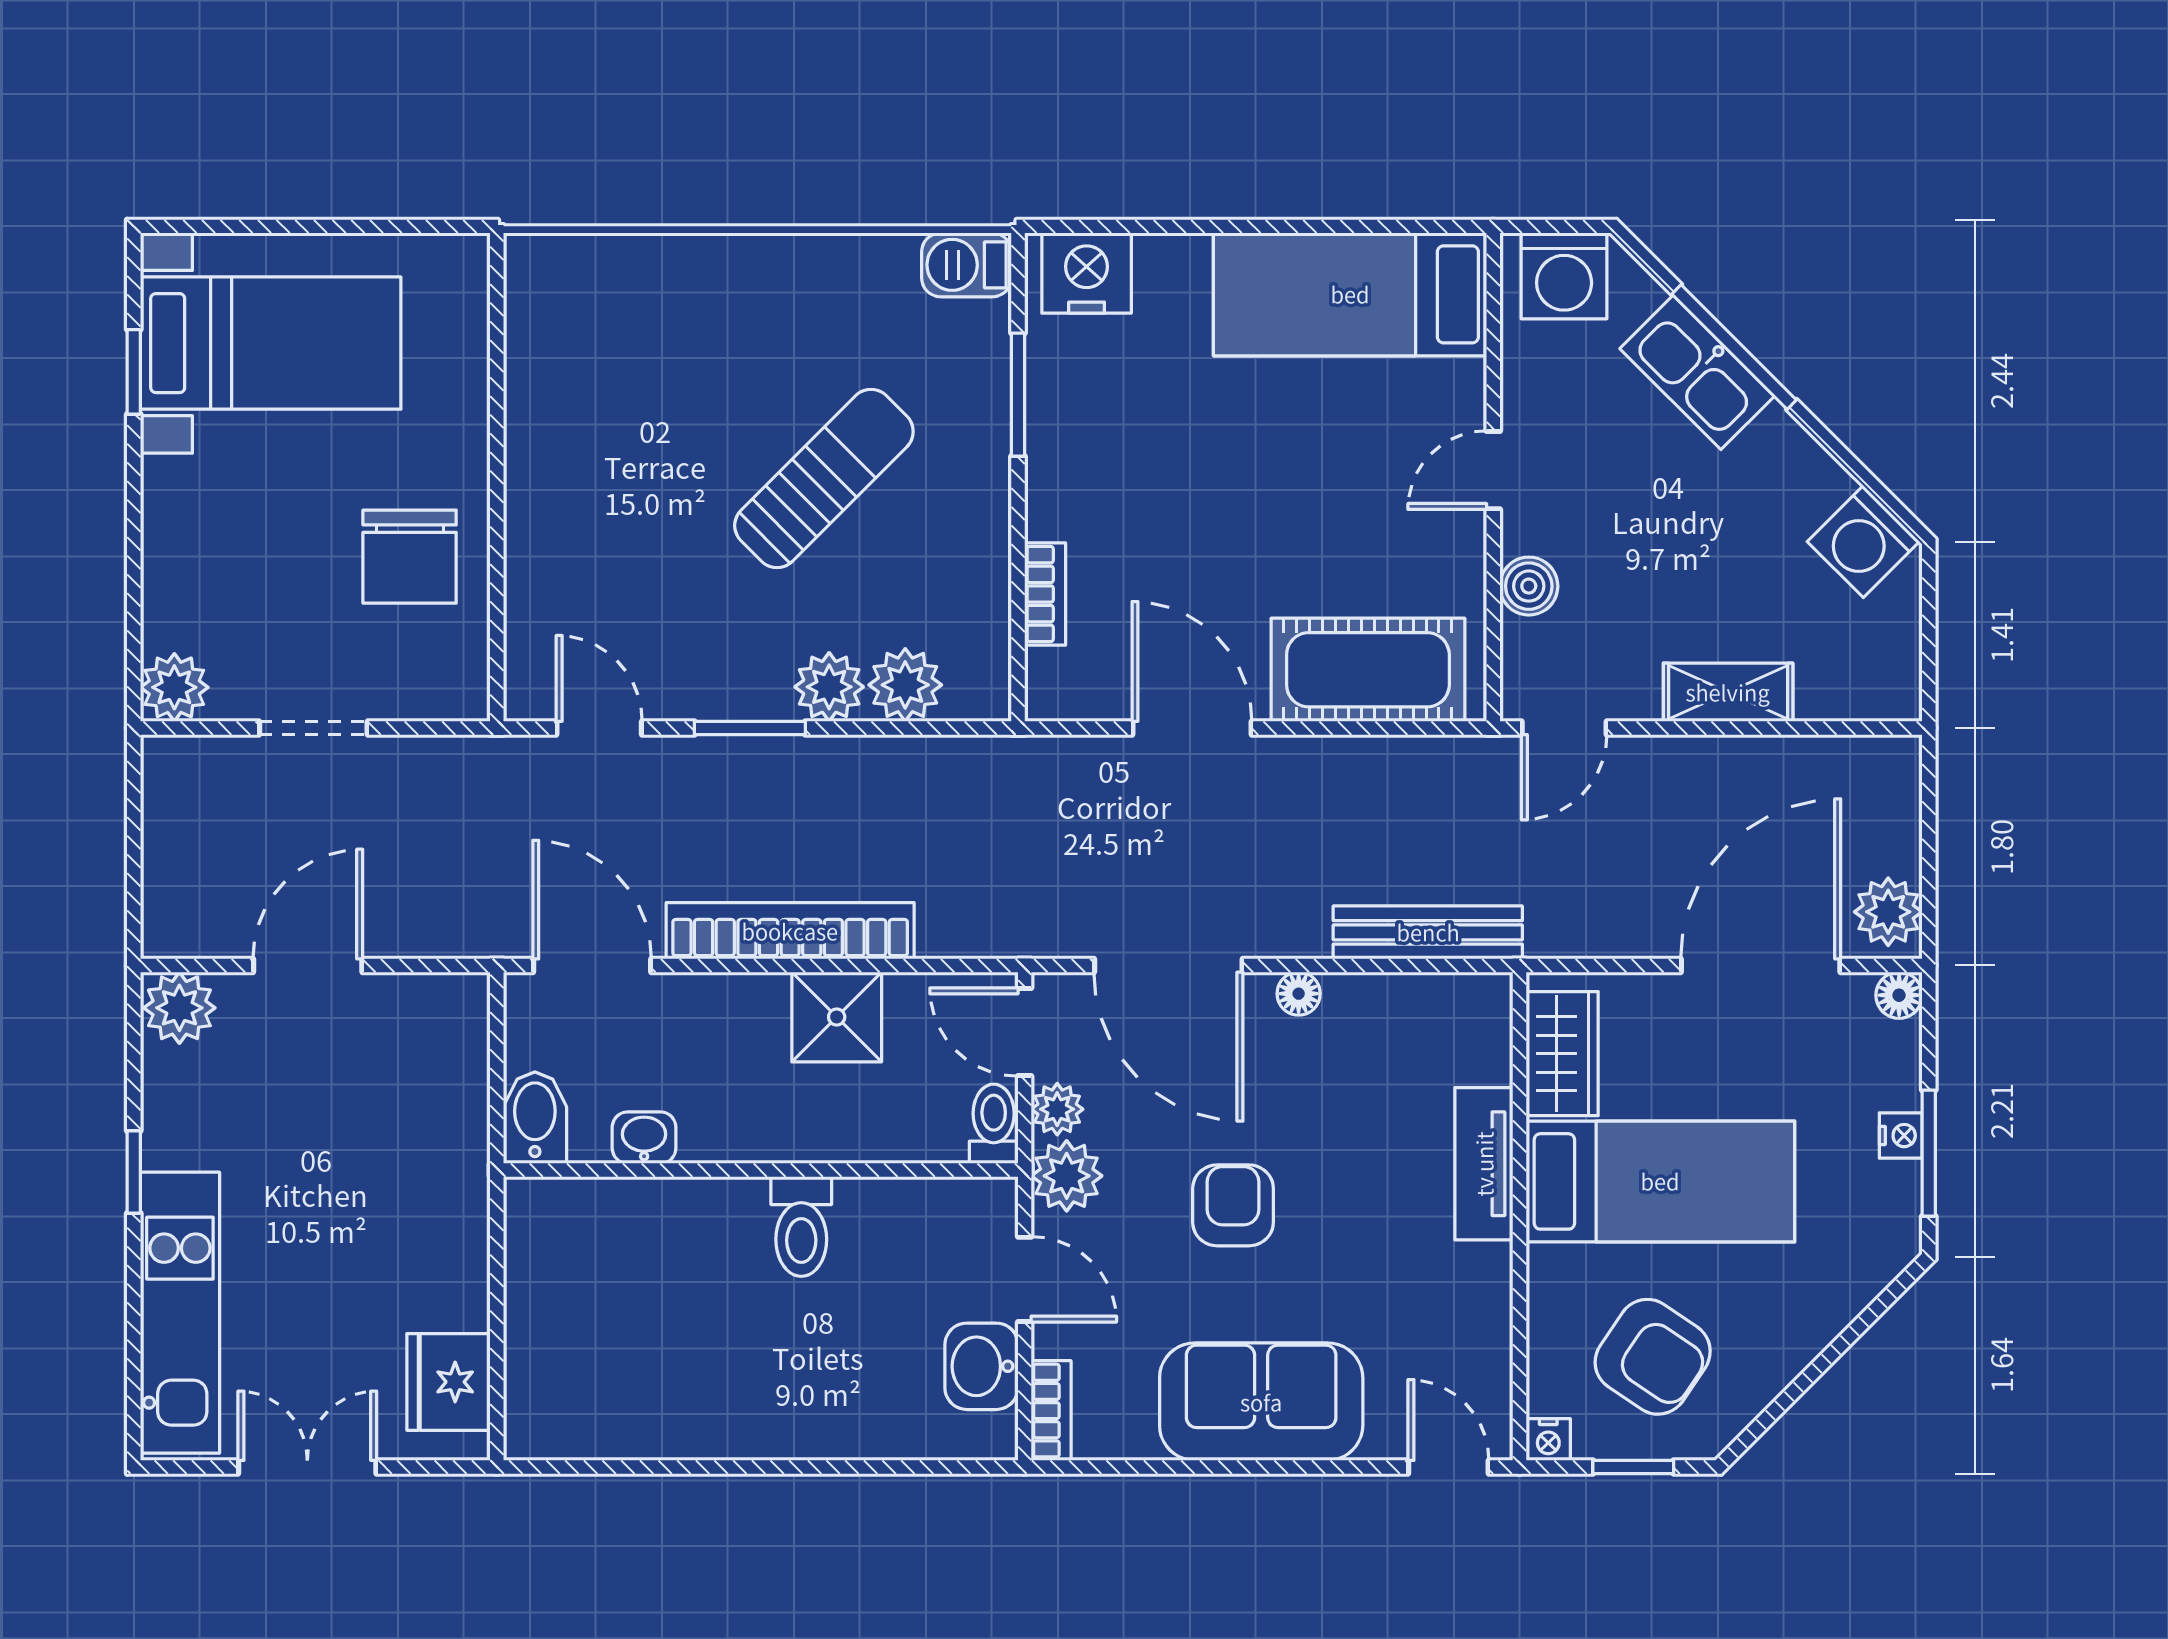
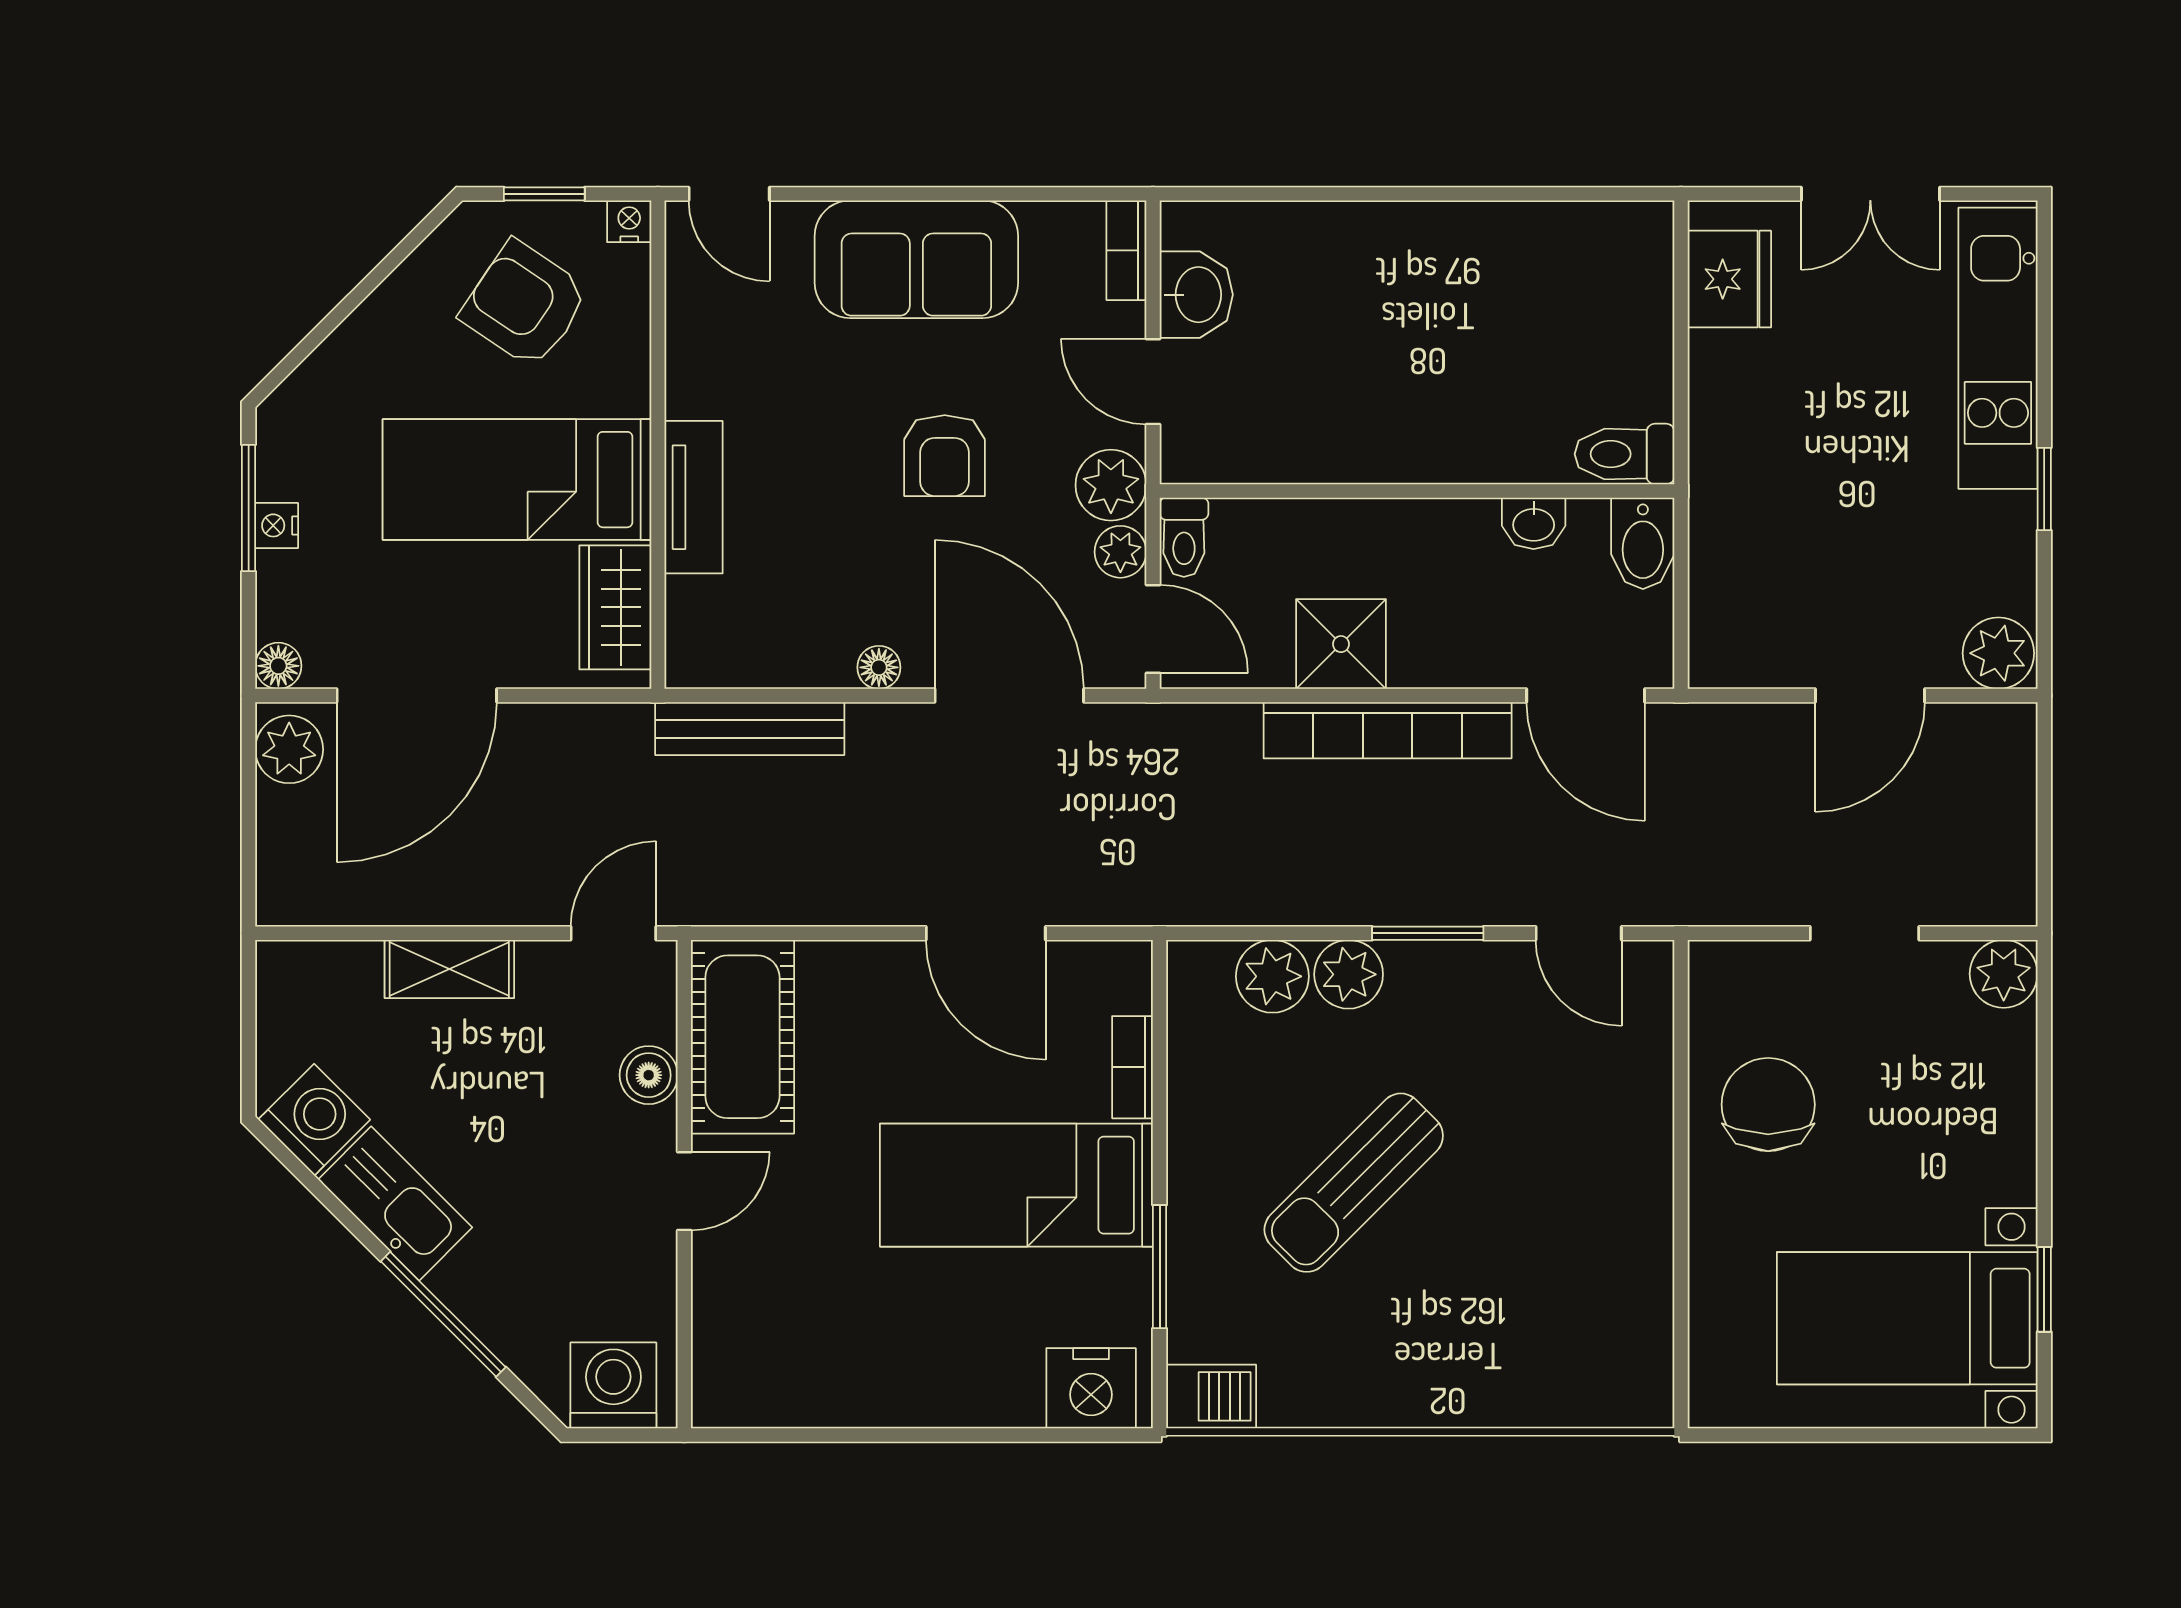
bed: (1350, 294) -> (1016, 1185), moved, turned 180
kitchen sink: (1697, 372) -> (395, 1203), moved
cot: (1368, 670) -> (742, 1037), moved, turned 90
toilet: (801, 1227) -> (1625, 454), moved, turned -90

